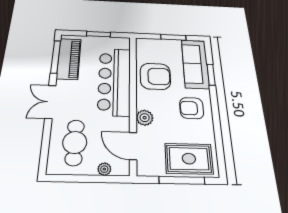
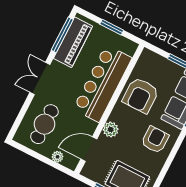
armchair: (155, 76) -> (141, 95), turned 90
armchair: (192, 108) -> (155, 140), turned 90
door: (133, 146) -> (89, 149), hinge flipped

